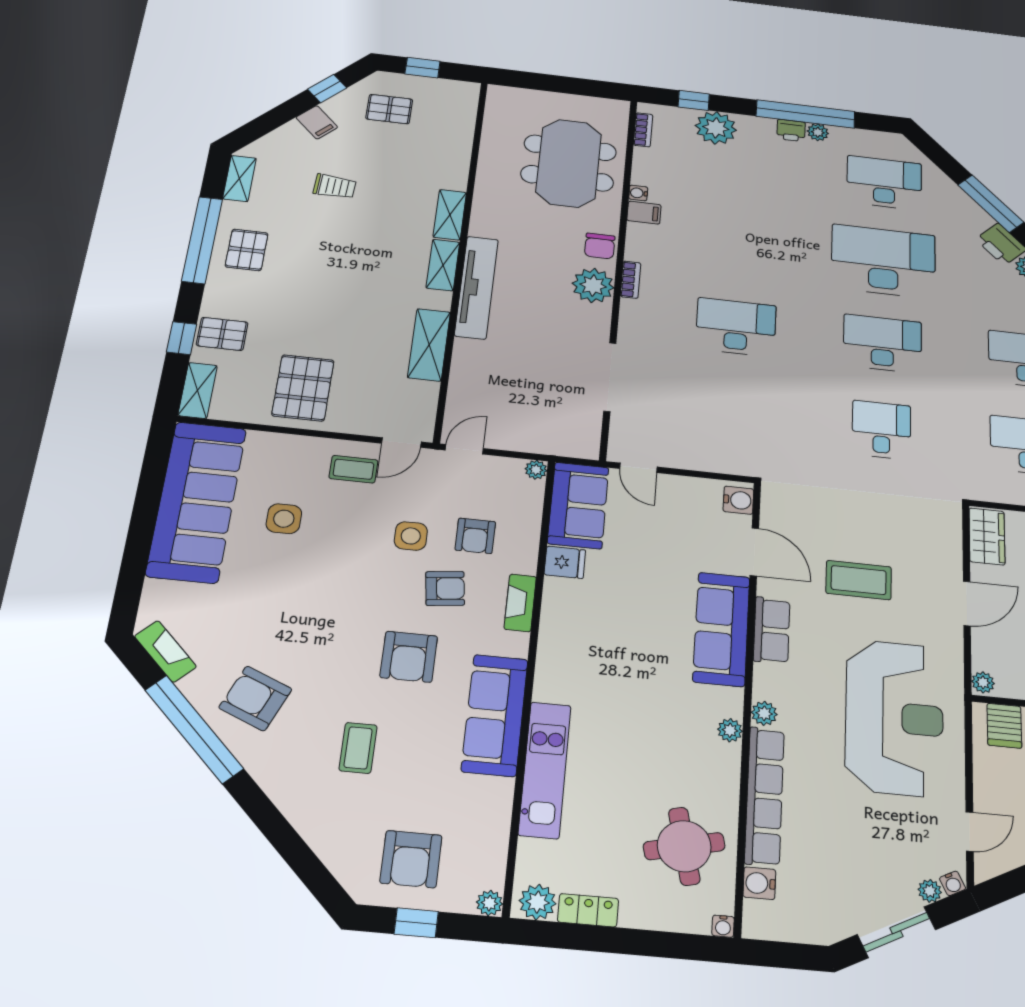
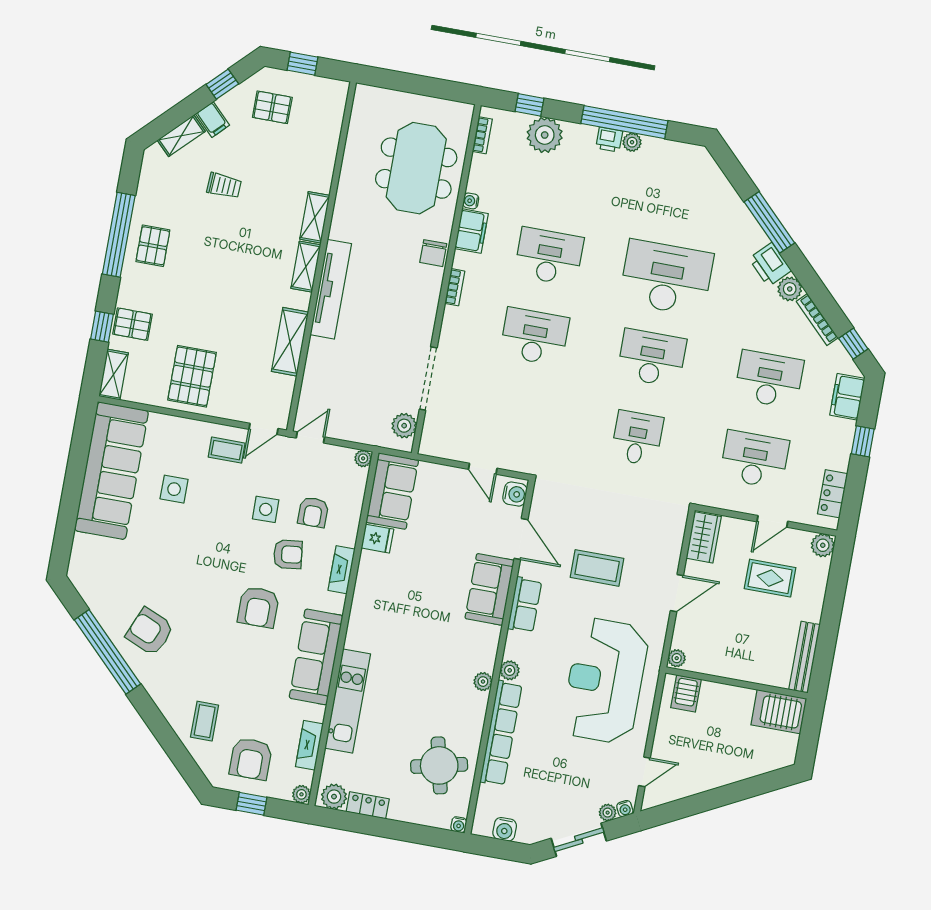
shelving: (239, 178) -> (181, 136), moved, turned 45
desk: (884, 183) -> (549, 256), moved
filing cabinet: (644, 213) -> (471, 231), width x2.00
plant: (593, 286) -> (404, 426), moved, width x0.73, depth x0.73
door: (638, 468) -> (483, 469), moved
sofa: (721, 629) -> (490, 589), width x0.73
fireplace: (165, 651) -> (309, 745), moved, turned -135
reception desk: (894, 717) -> (605, 681), turned 180
coffee table: (358, 748) -> (205, 721), moved
water cooler: (759, 883) -> (505, 829), moved, turned -90

